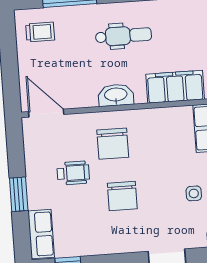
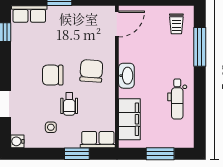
dental chair: (123, 36) -> (177, 99), moved
chair: (113, 144) -> (91, 71), turned 94
wheelchair: (73, 173) -> (69, 104), moved

